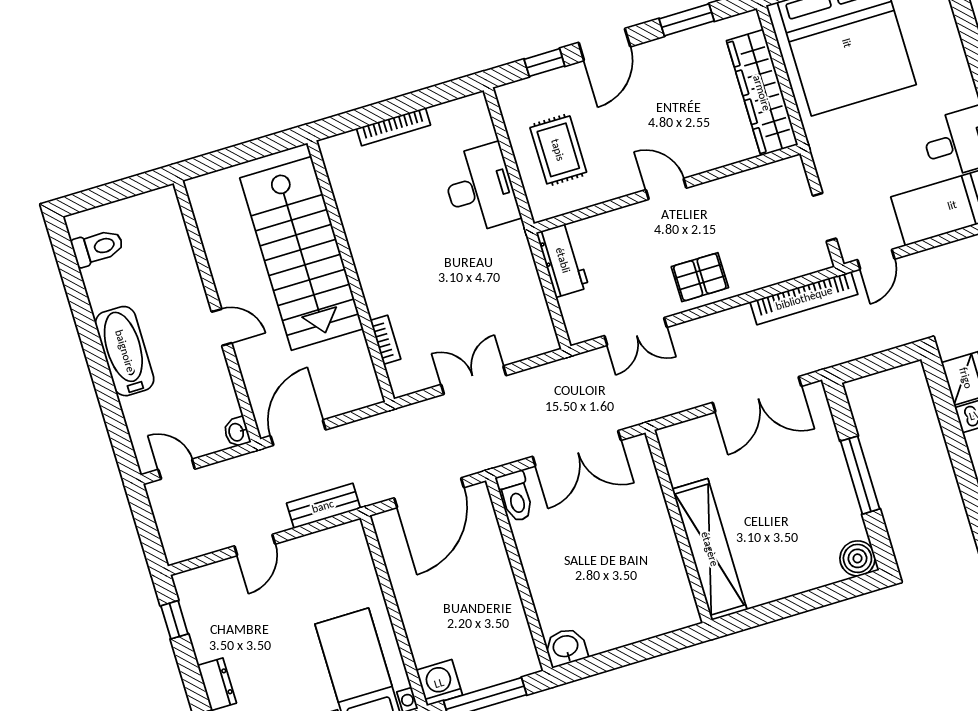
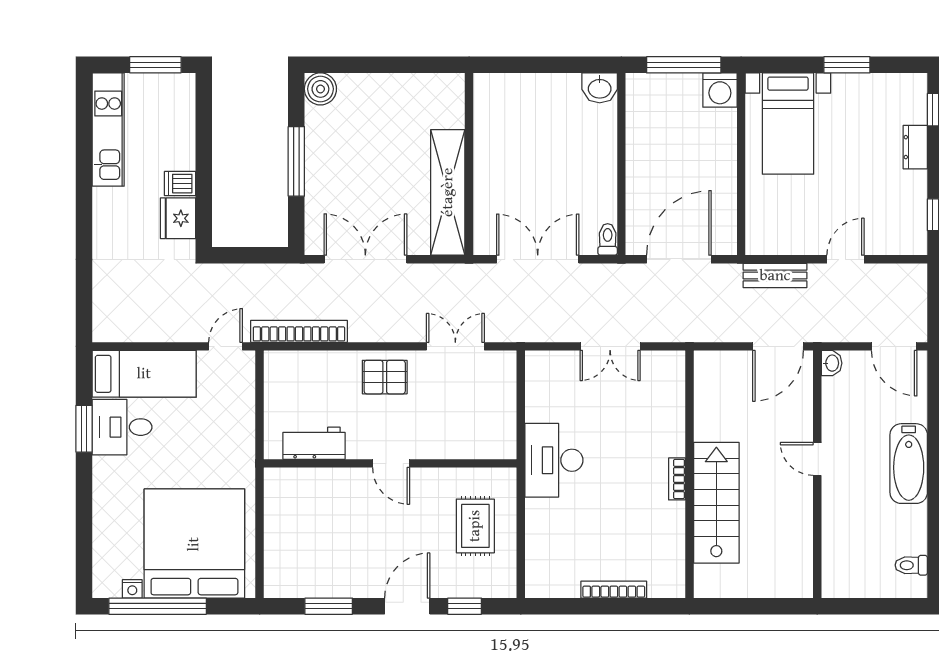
wardrobe: (762, 93) -> (281, 522), removed
desk: (480, 188) -> (554, 460), moved
doorway: (825, 217) -> (260, 397), removed
toilet: (98, 248) -> (911, 565), width x0.73, depth x0.72
stairs: (301, 253) -> (716, 503), width x0.73, depth x0.66
workbench: (563, 260) -> (314, 443), moved, turned 90
bookcase: (385, 340) -> (677, 479), moved
door: (177, 469) -> (894, 346), width x1.38
toilet: (516, 496) -> (608, 239), width x0.73, depth x0.72
shelving: (710, 549) -> (448, 192), moved

